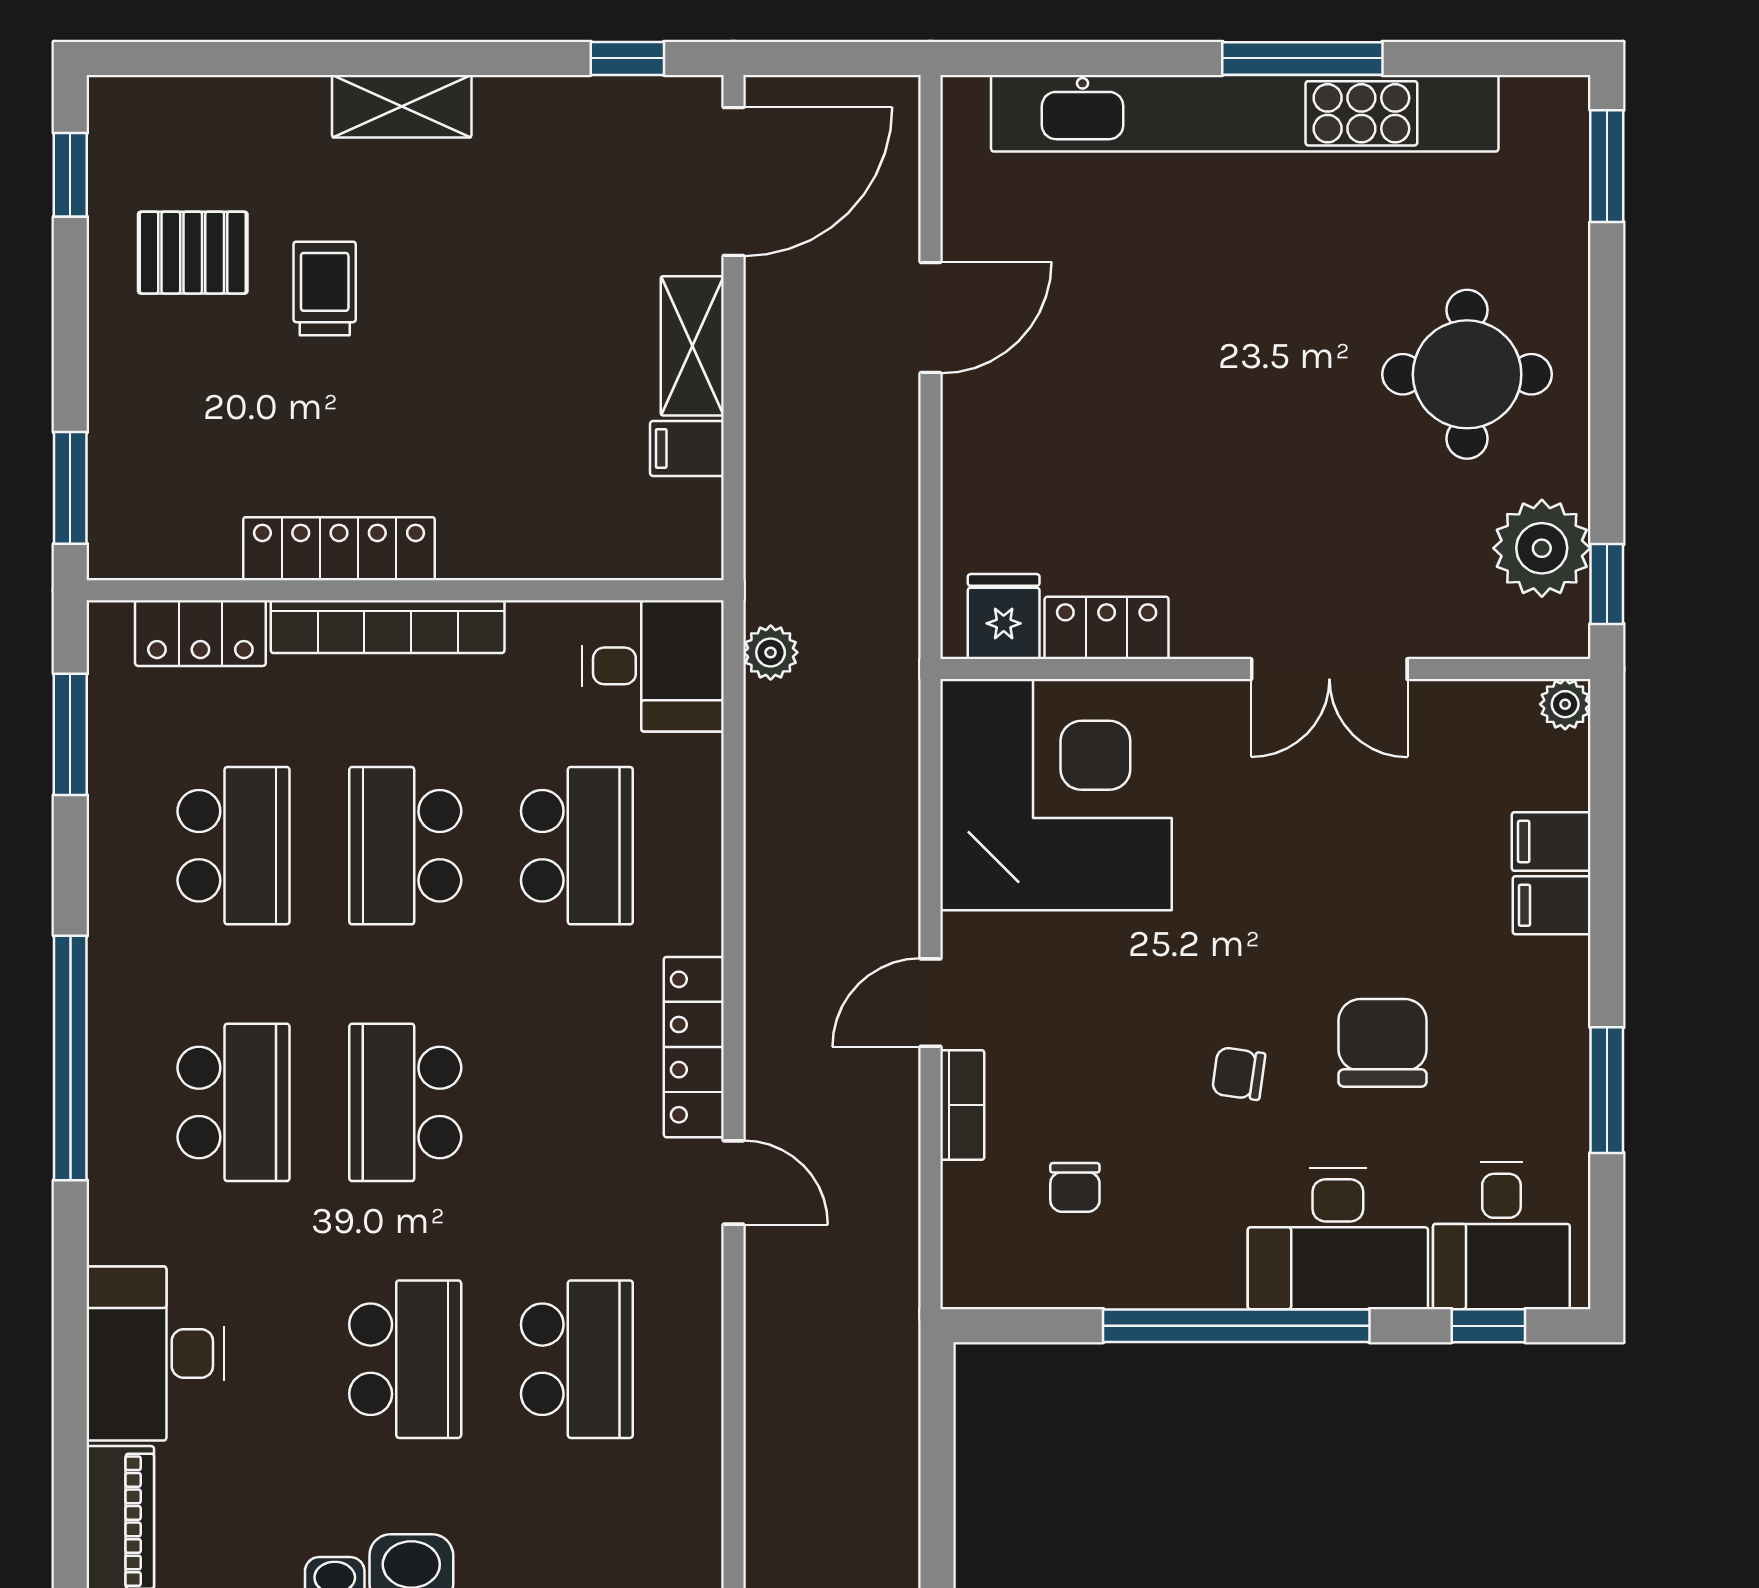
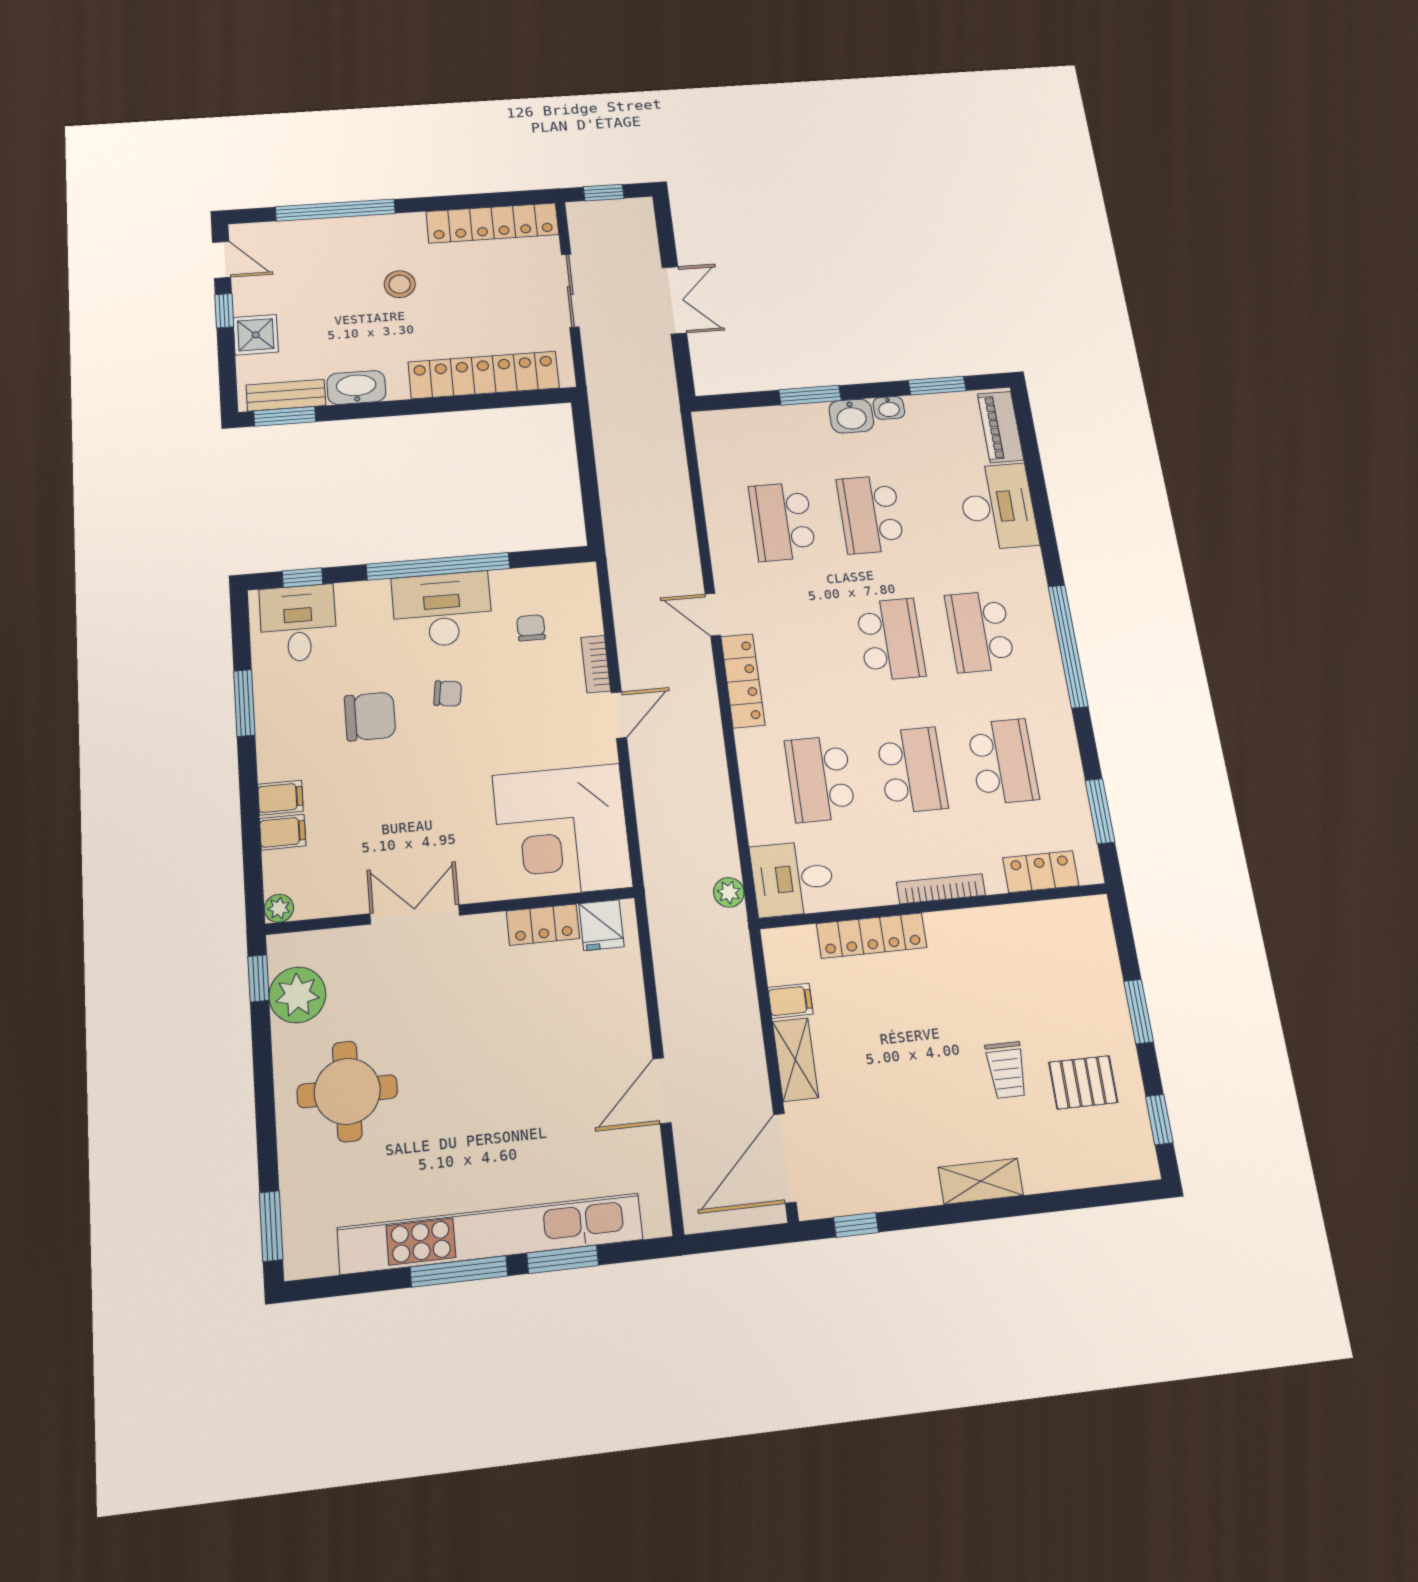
window: (1128, 58) -> (563, 1259), added
window: (70, 488) -> (1138, 1011), moved
locker: (339, 549) -> (872, 936), moved
bookcase: (388, 627) -> (941, 889), width x0.68, depth x0.76
school desk: (234, 846) -> (1003, 761), turned 180
chair: (1383, 1043) -> (370, 716), turned -90
desk: (1338, 1239) -> (442, 610), moved

